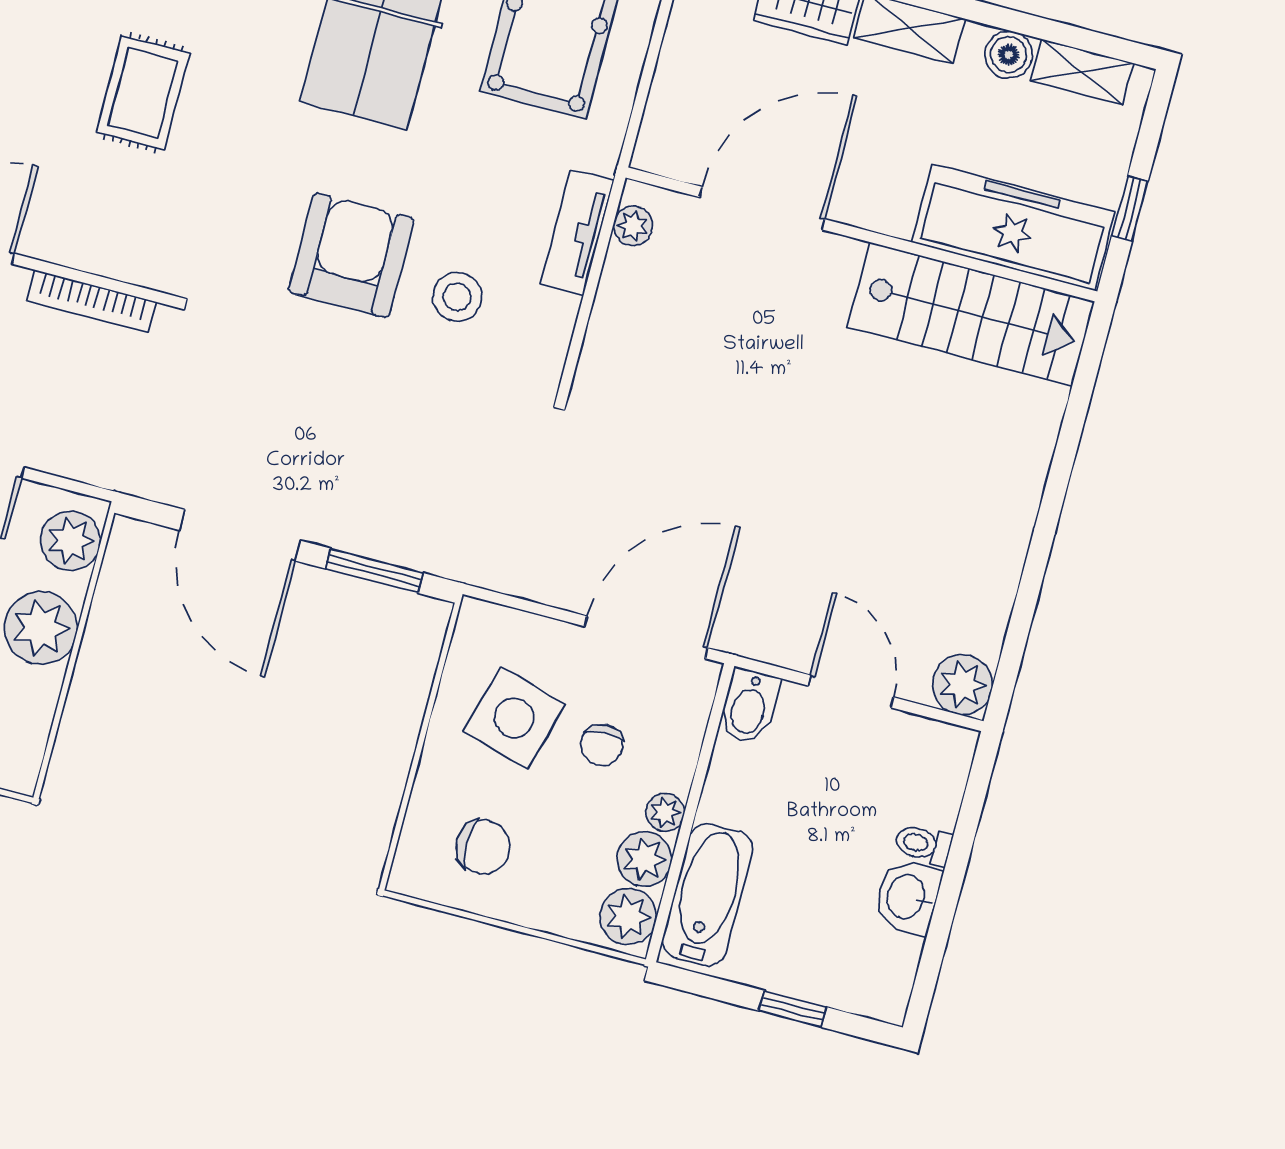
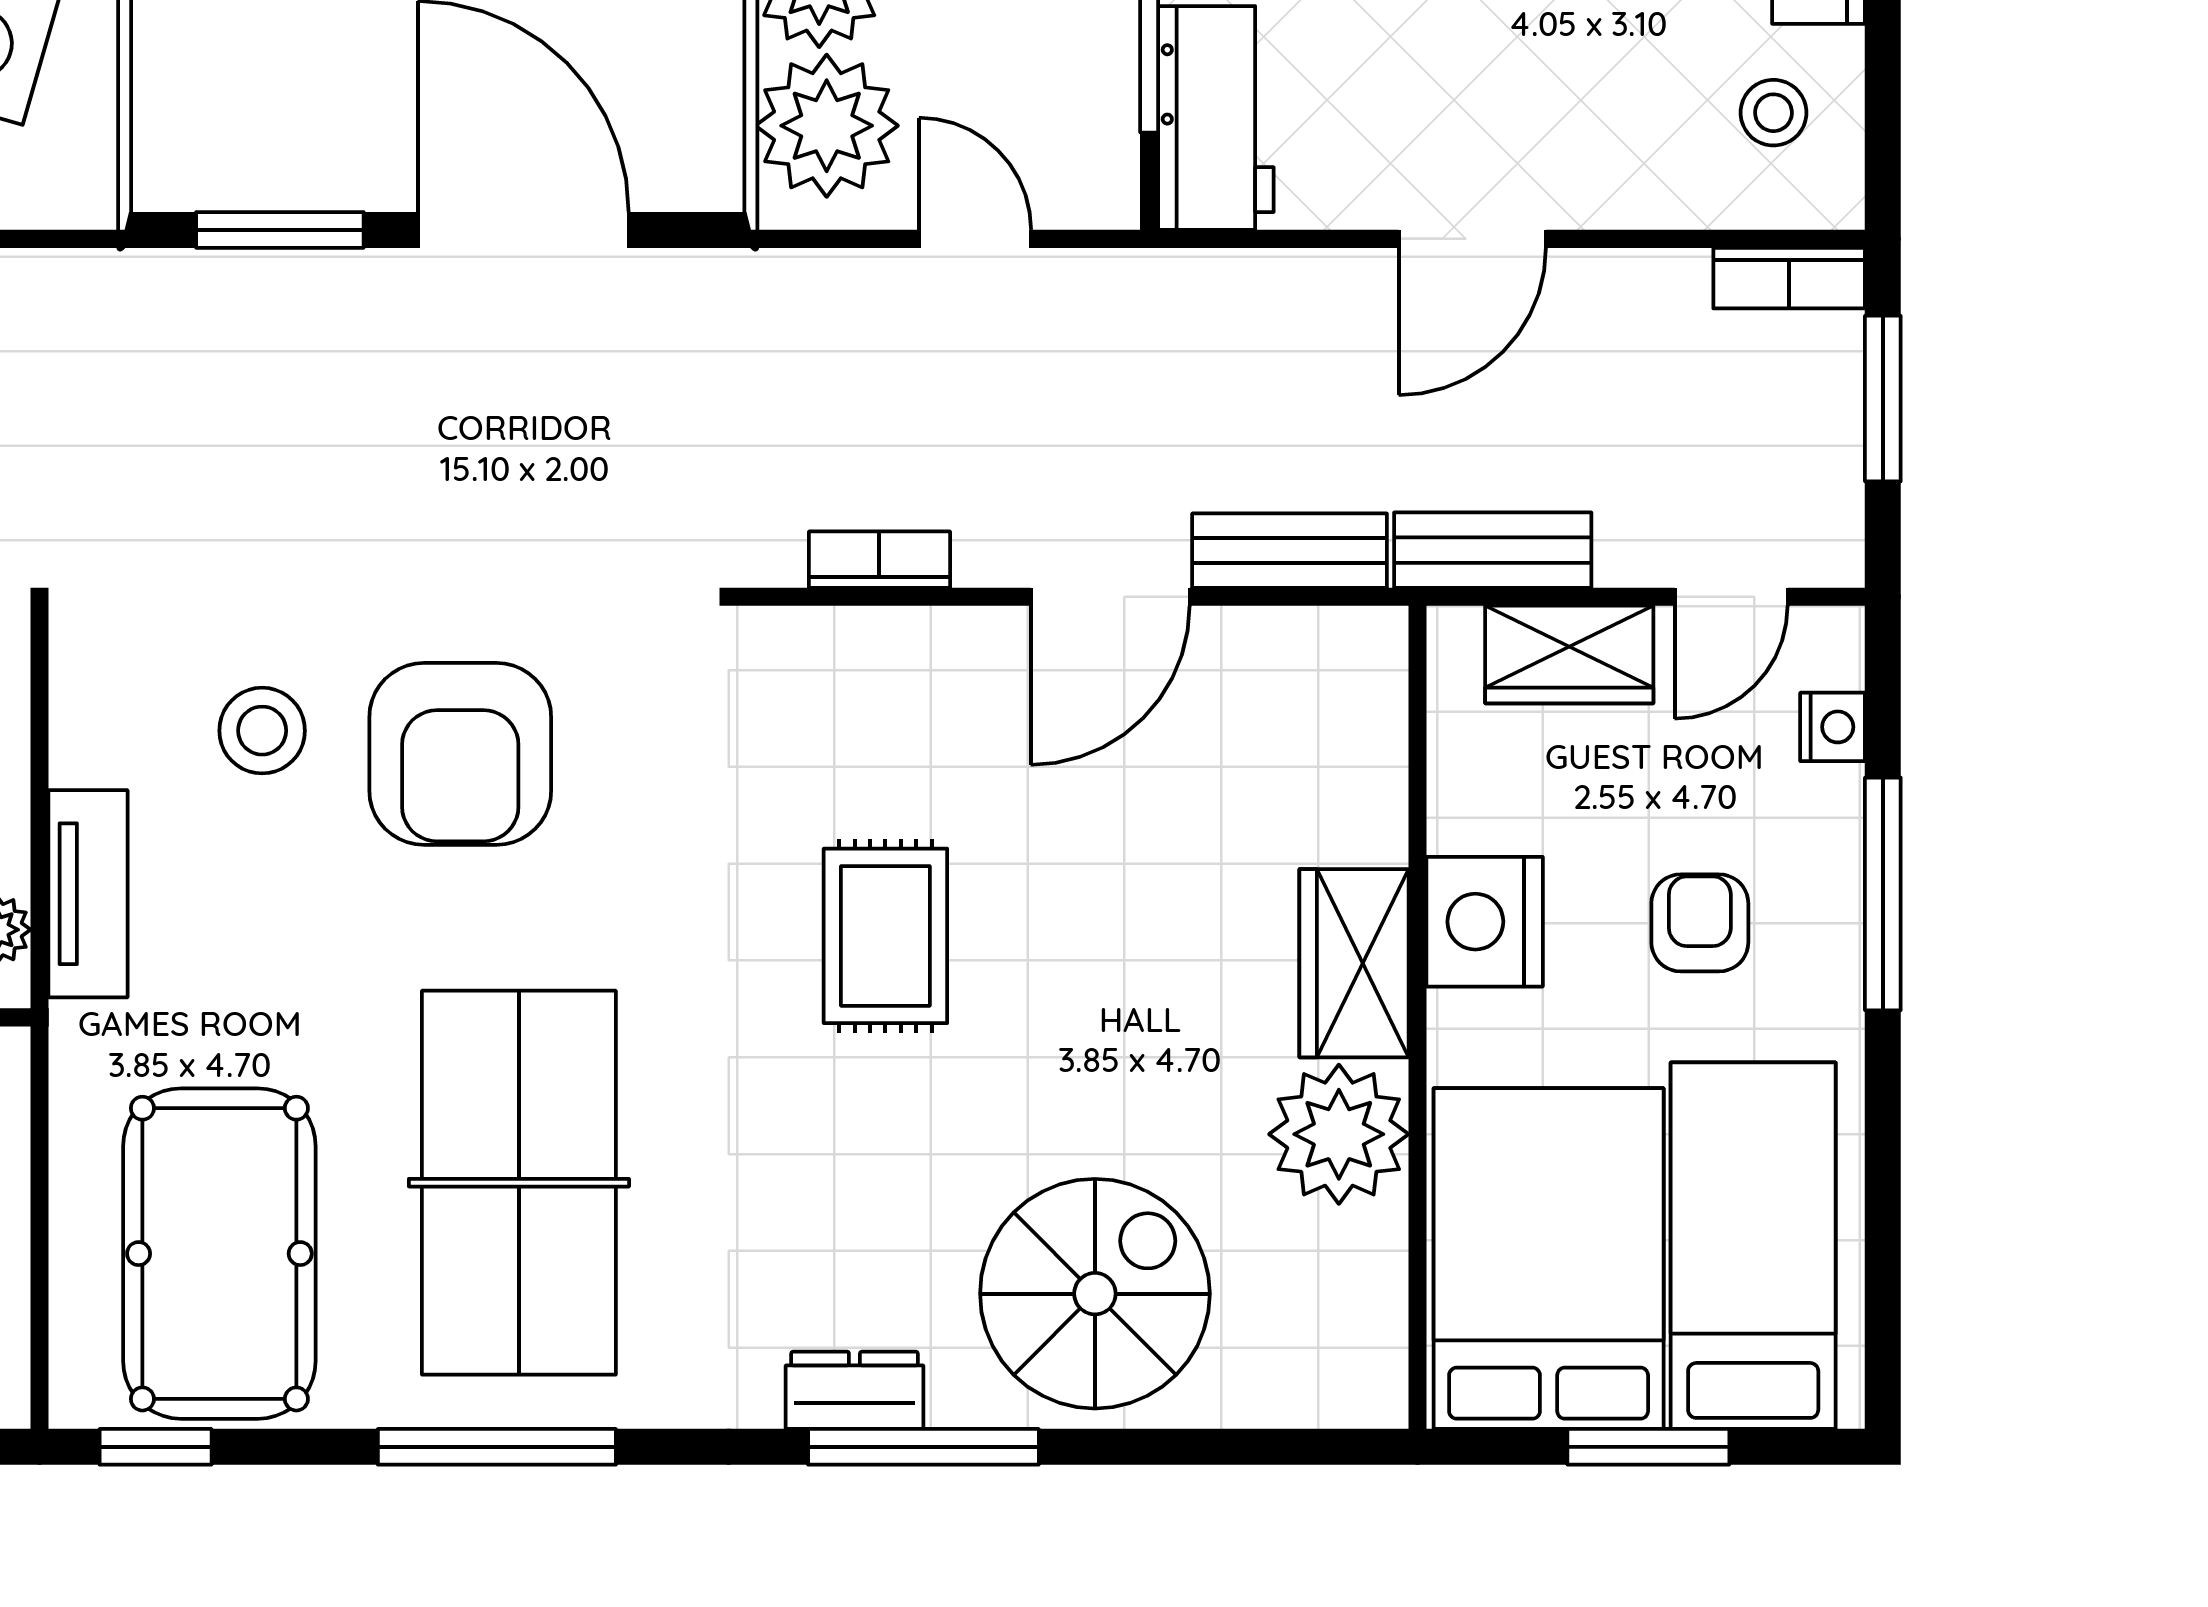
bookcase: (91, 301) -> (879, 560), width x0.64
plant: (71, 541) -> (827, 126), width x1.36, depth x1.36

